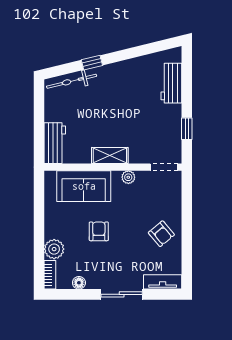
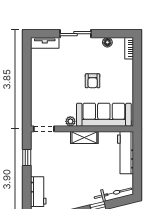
workbench: (55, 143) -> (126, 153), width x1.38
sofa: (84, 186) -> (104, 115), width x1.36
armchair: (161, 234) -> (46, 79), removed
plant: (54, 249) -> (126, 68), removed

